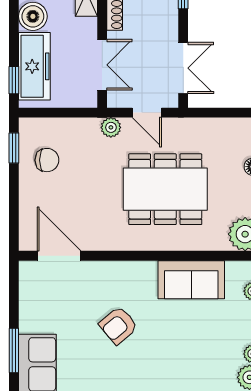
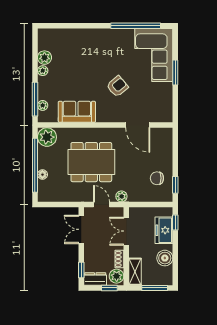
freezer: (34, 66) -> (164, 230), width x0.71
door: (59, 256) -> (138, 125), moved

